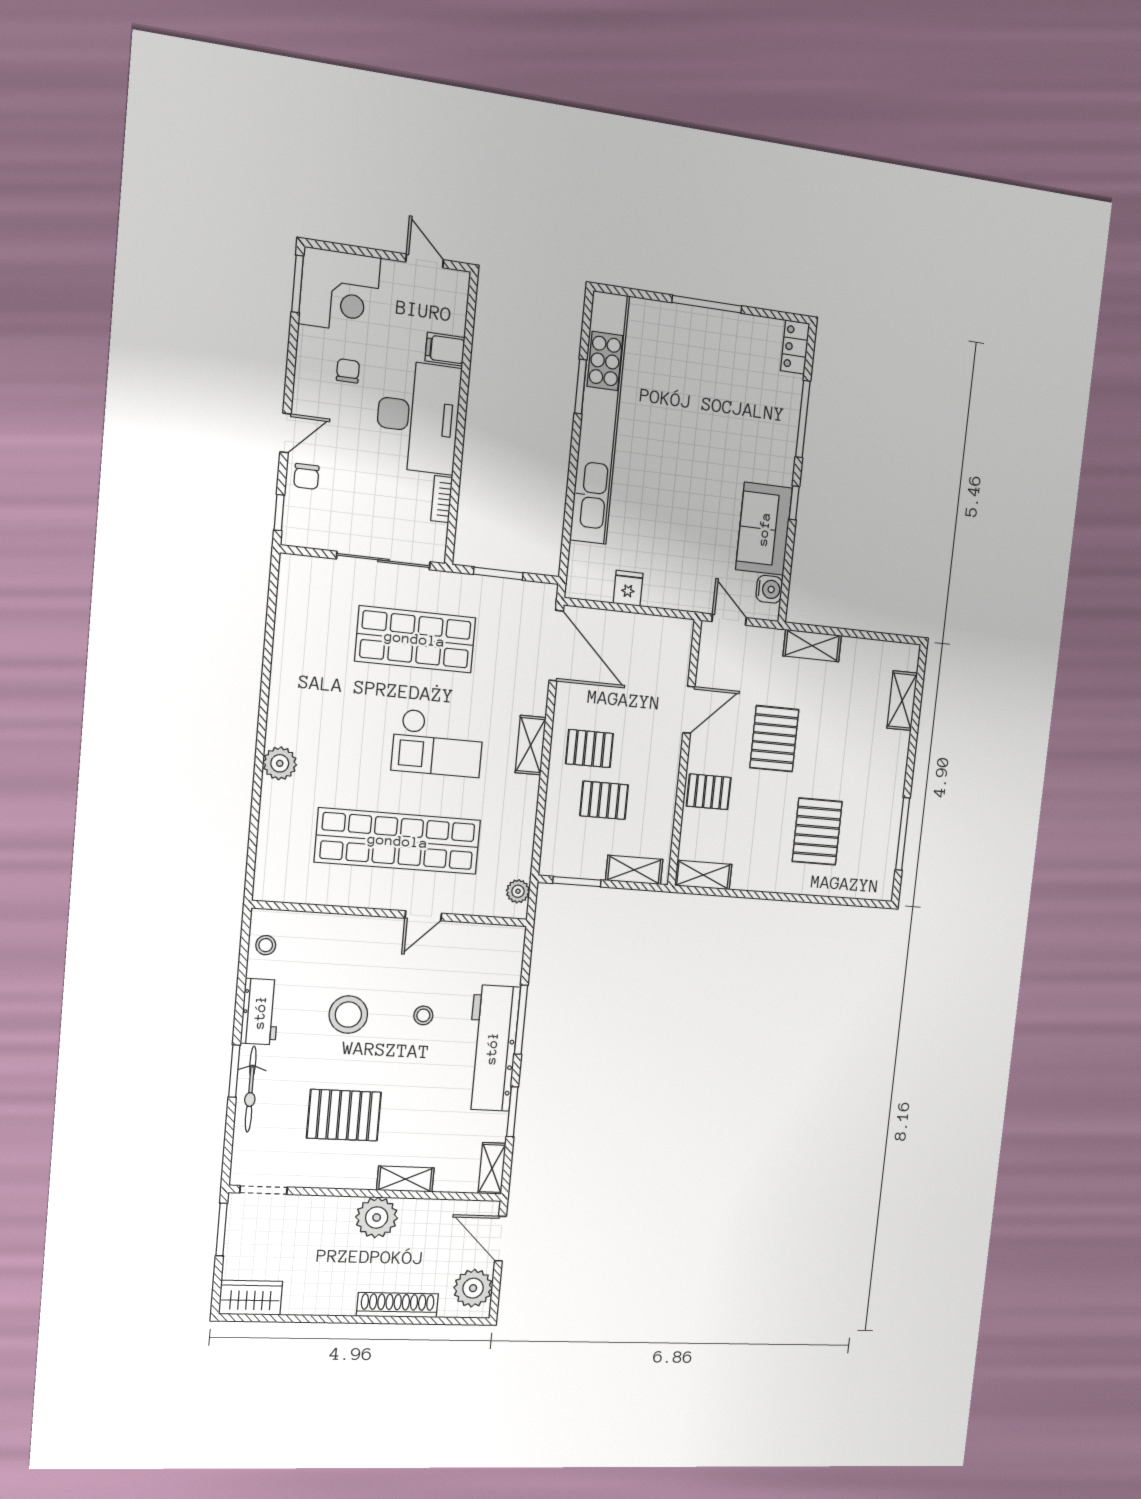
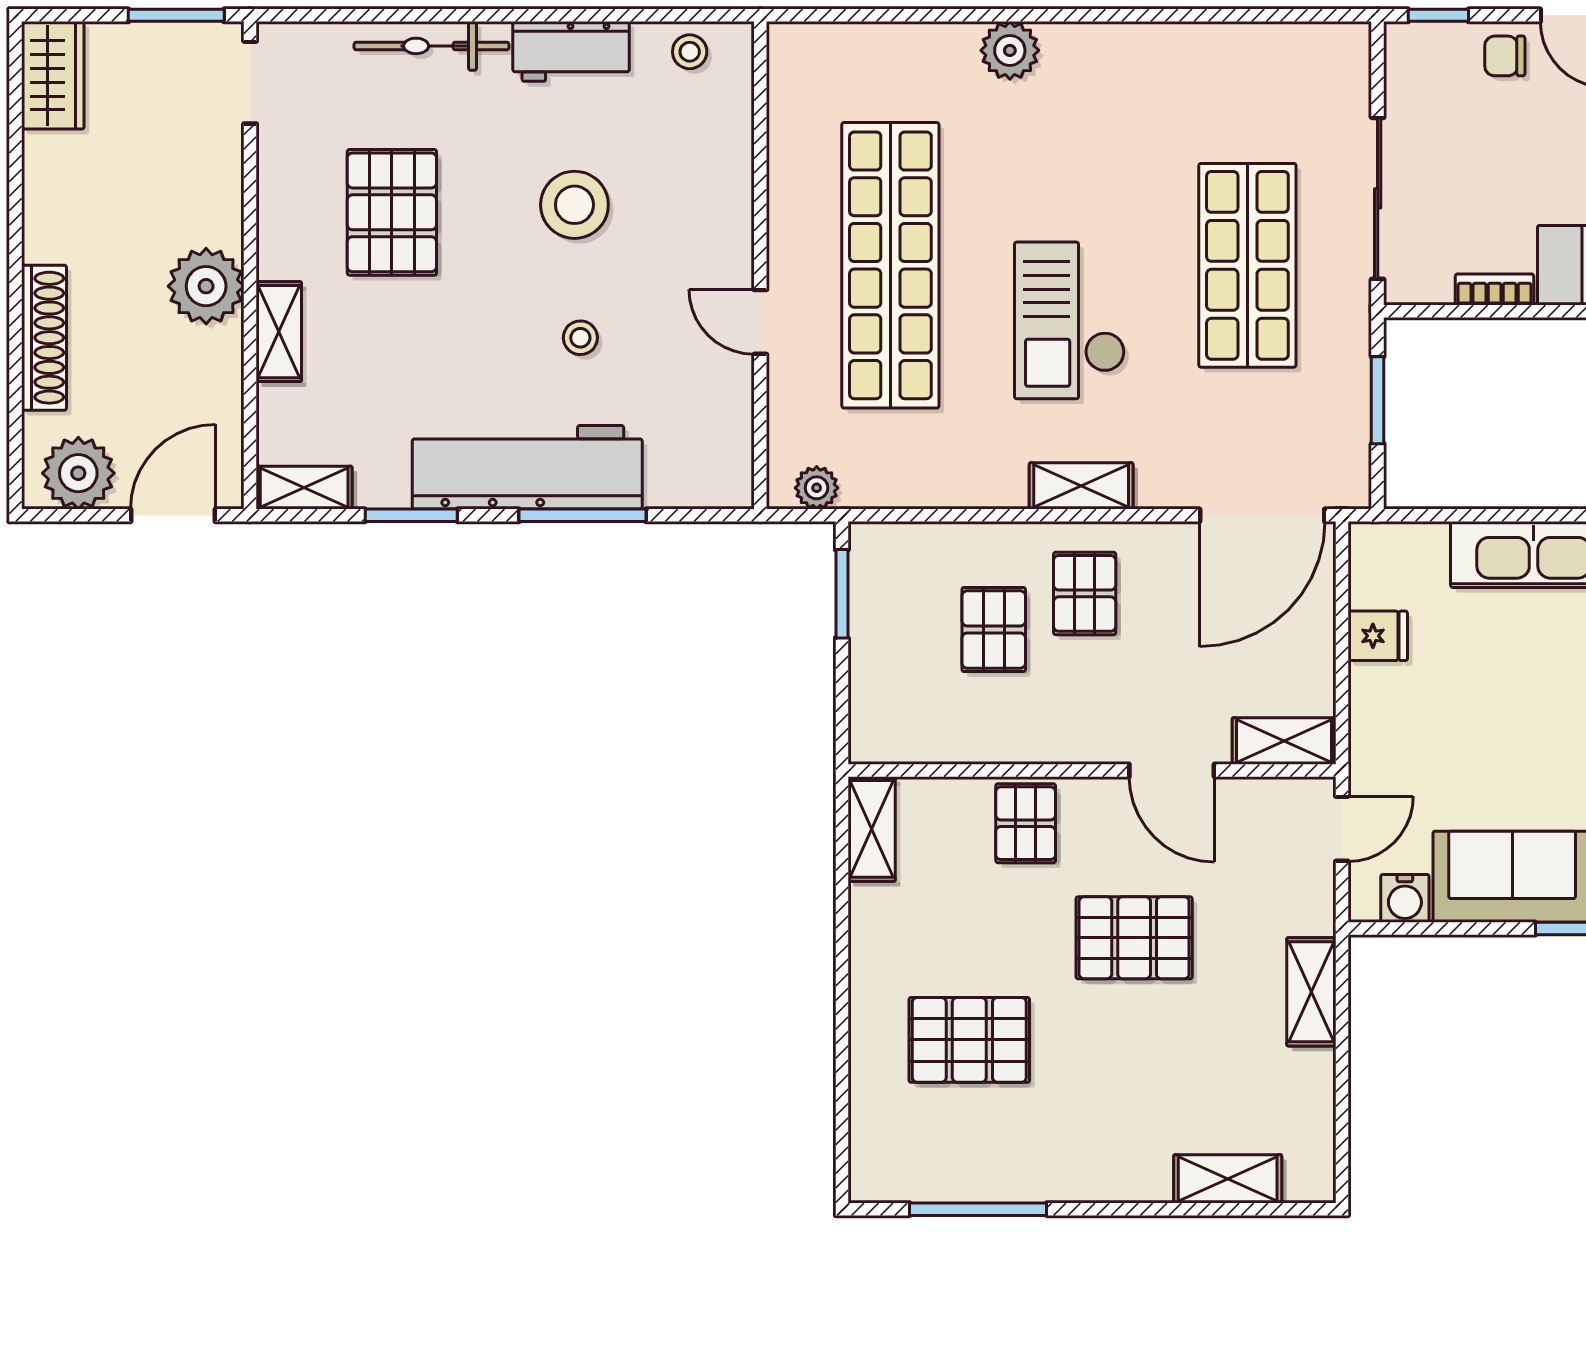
shelving: (634, 870) -> (1284, 741), moved, turned 90
window: (234, 1071) -> (463, 15), removed

